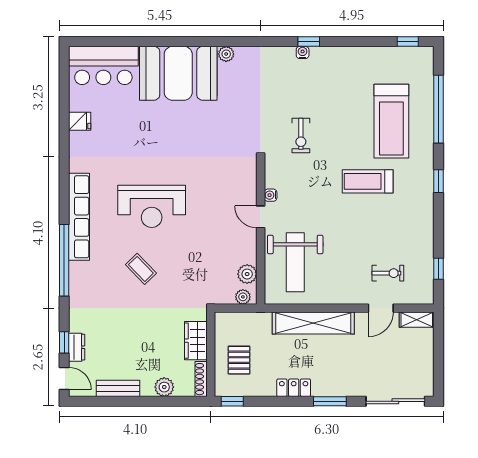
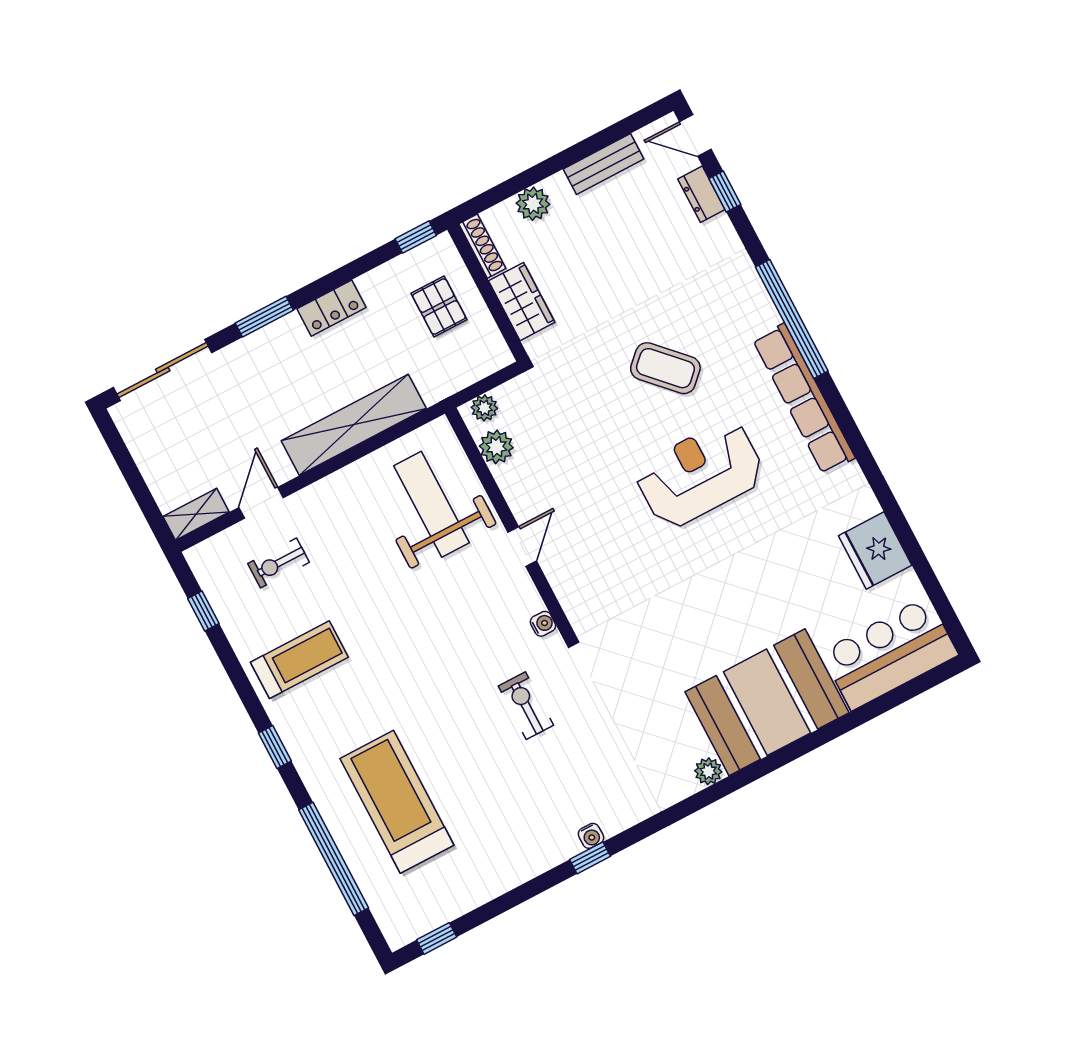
fridge: (80, 121) -> (875, 550), width x1.88, depth x1.34
treadmill: (368, 181) -> (299, 660), moved
water cooler: (271, 195) -> (543, 624), moved
door: (261, 217) -> (522, 546), hinge flipped
coffee table: (141, 269) -> (665, 368), width x1.36, depth x1.30

